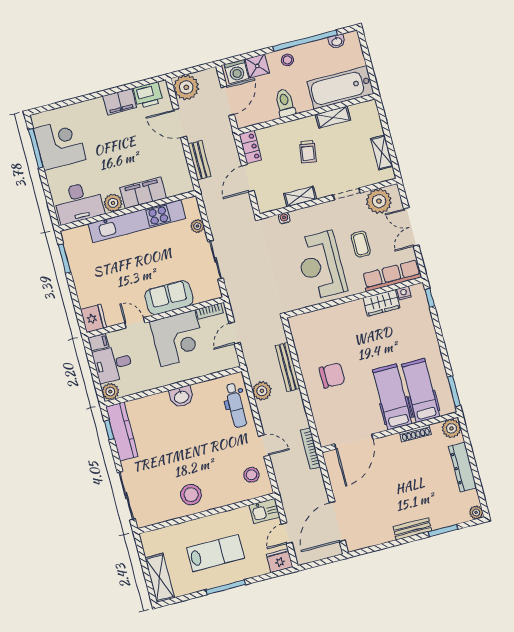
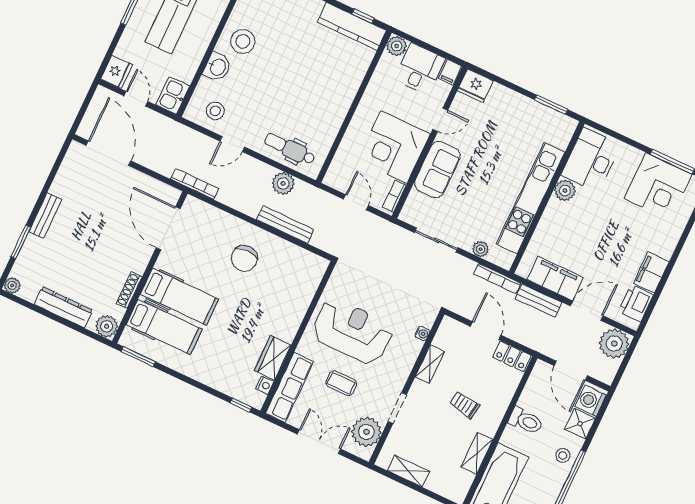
filing cabinet: (143, 193) -> (555, 278), moved, turned -90
bookcase: (207, 199) -> (497, 278), added
washbasin: (181, 397) -> (217, 67), moved, turned 180

